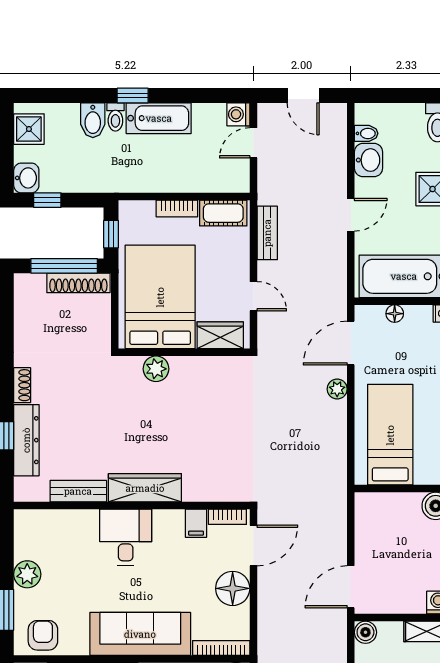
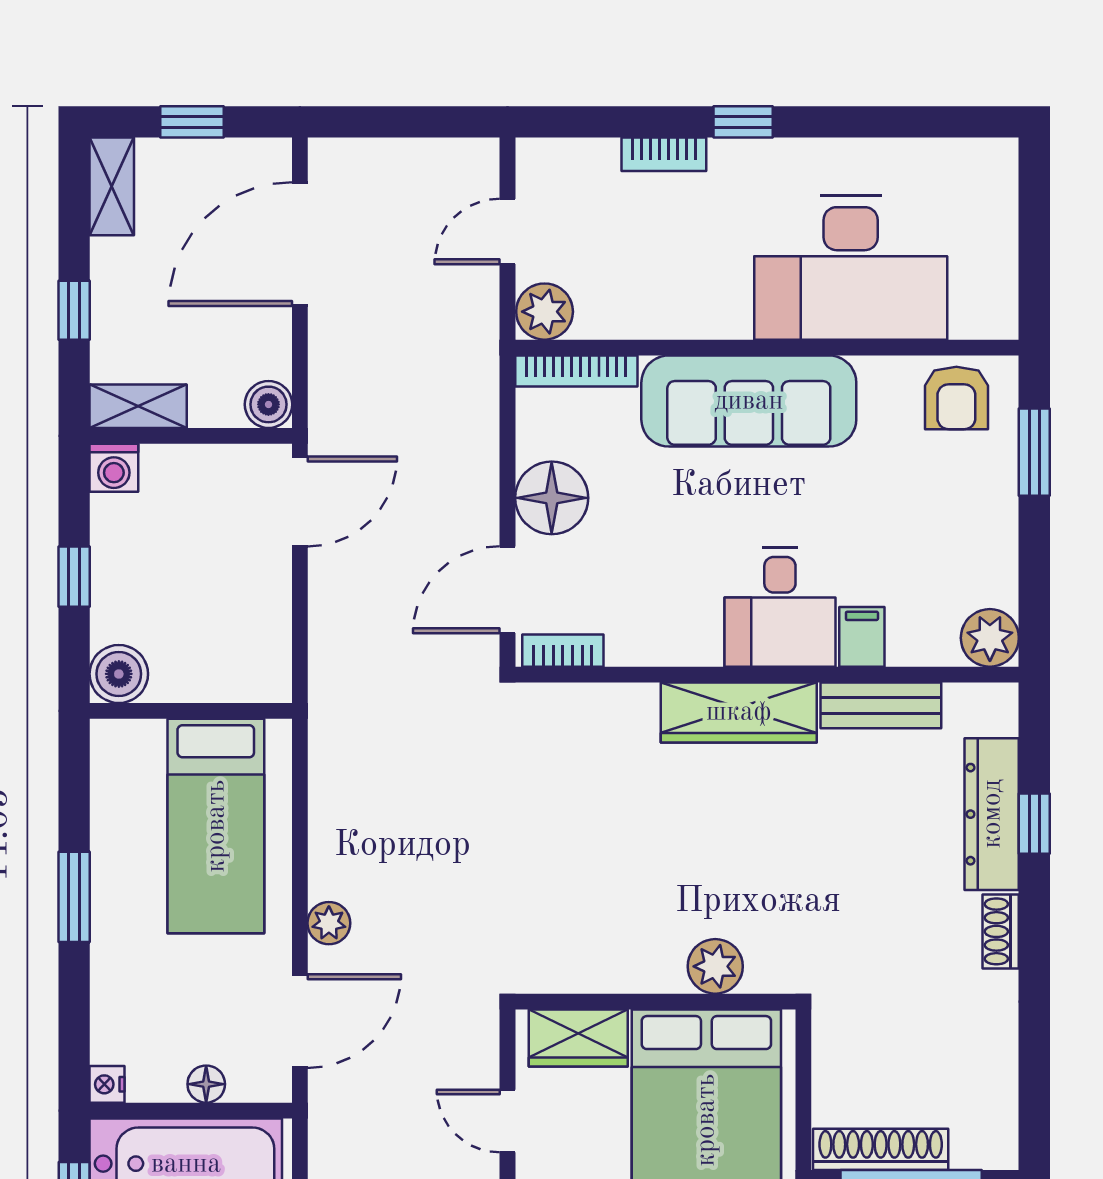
filing cabinet: (196, 523) -> (862, 637), moved
plant: (27, 574) -> (990, 638), moved

